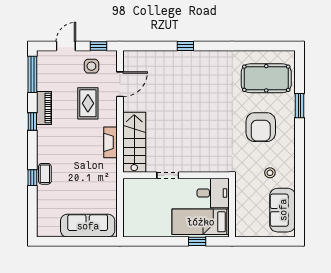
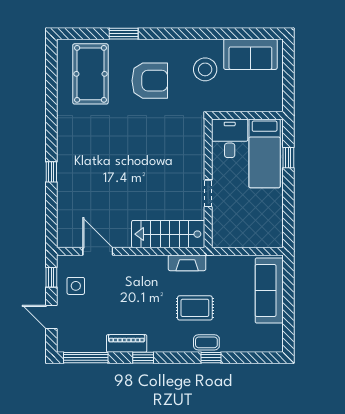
rug: (88, 103) -> (195, 308), moved
fireplace: (111, 142) -> (187, 263), moved
stool: (270, 173) -> (205, 69), width x1.89, depth x1.89

